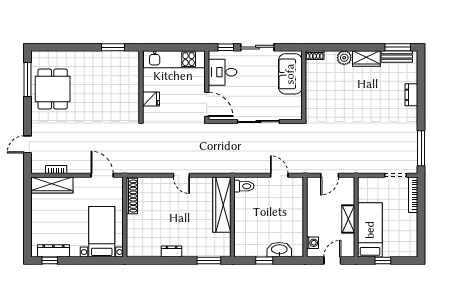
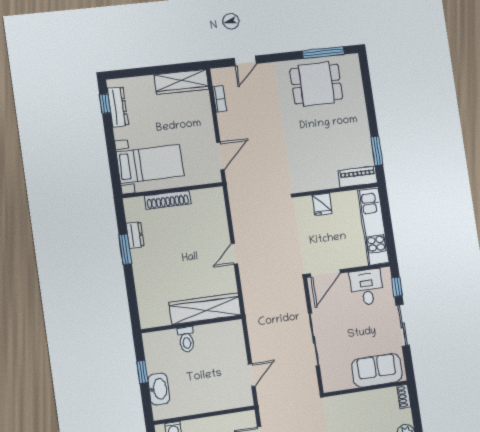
piano: (132, 66) -> (358, 177), added
door: (28, 144) -> (245, 61), swing flipped
wardrobe: (52, 185) -> (181, 82), moved, turned -90
toilet: (244, 186) -> (186, 340), moved
shoe rack: (132, 196) -> (168, 200), moved
dresser: (172, 251) -> (135, 235), moved
window: (209, 260) -> (125, 249), moved

